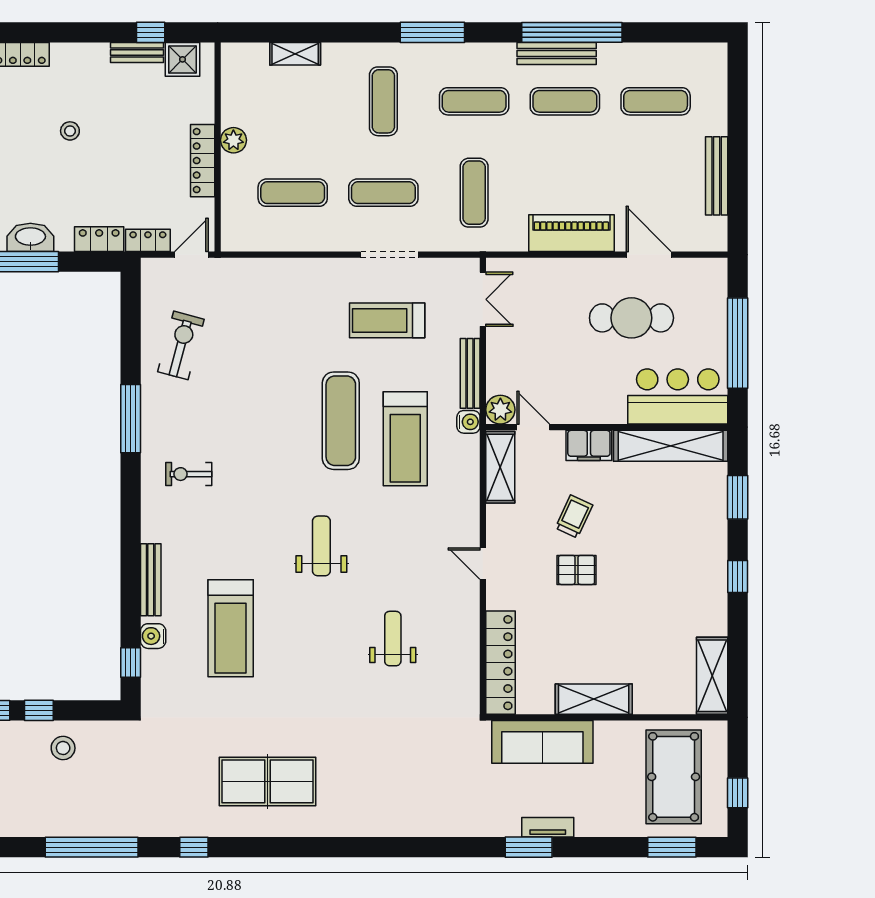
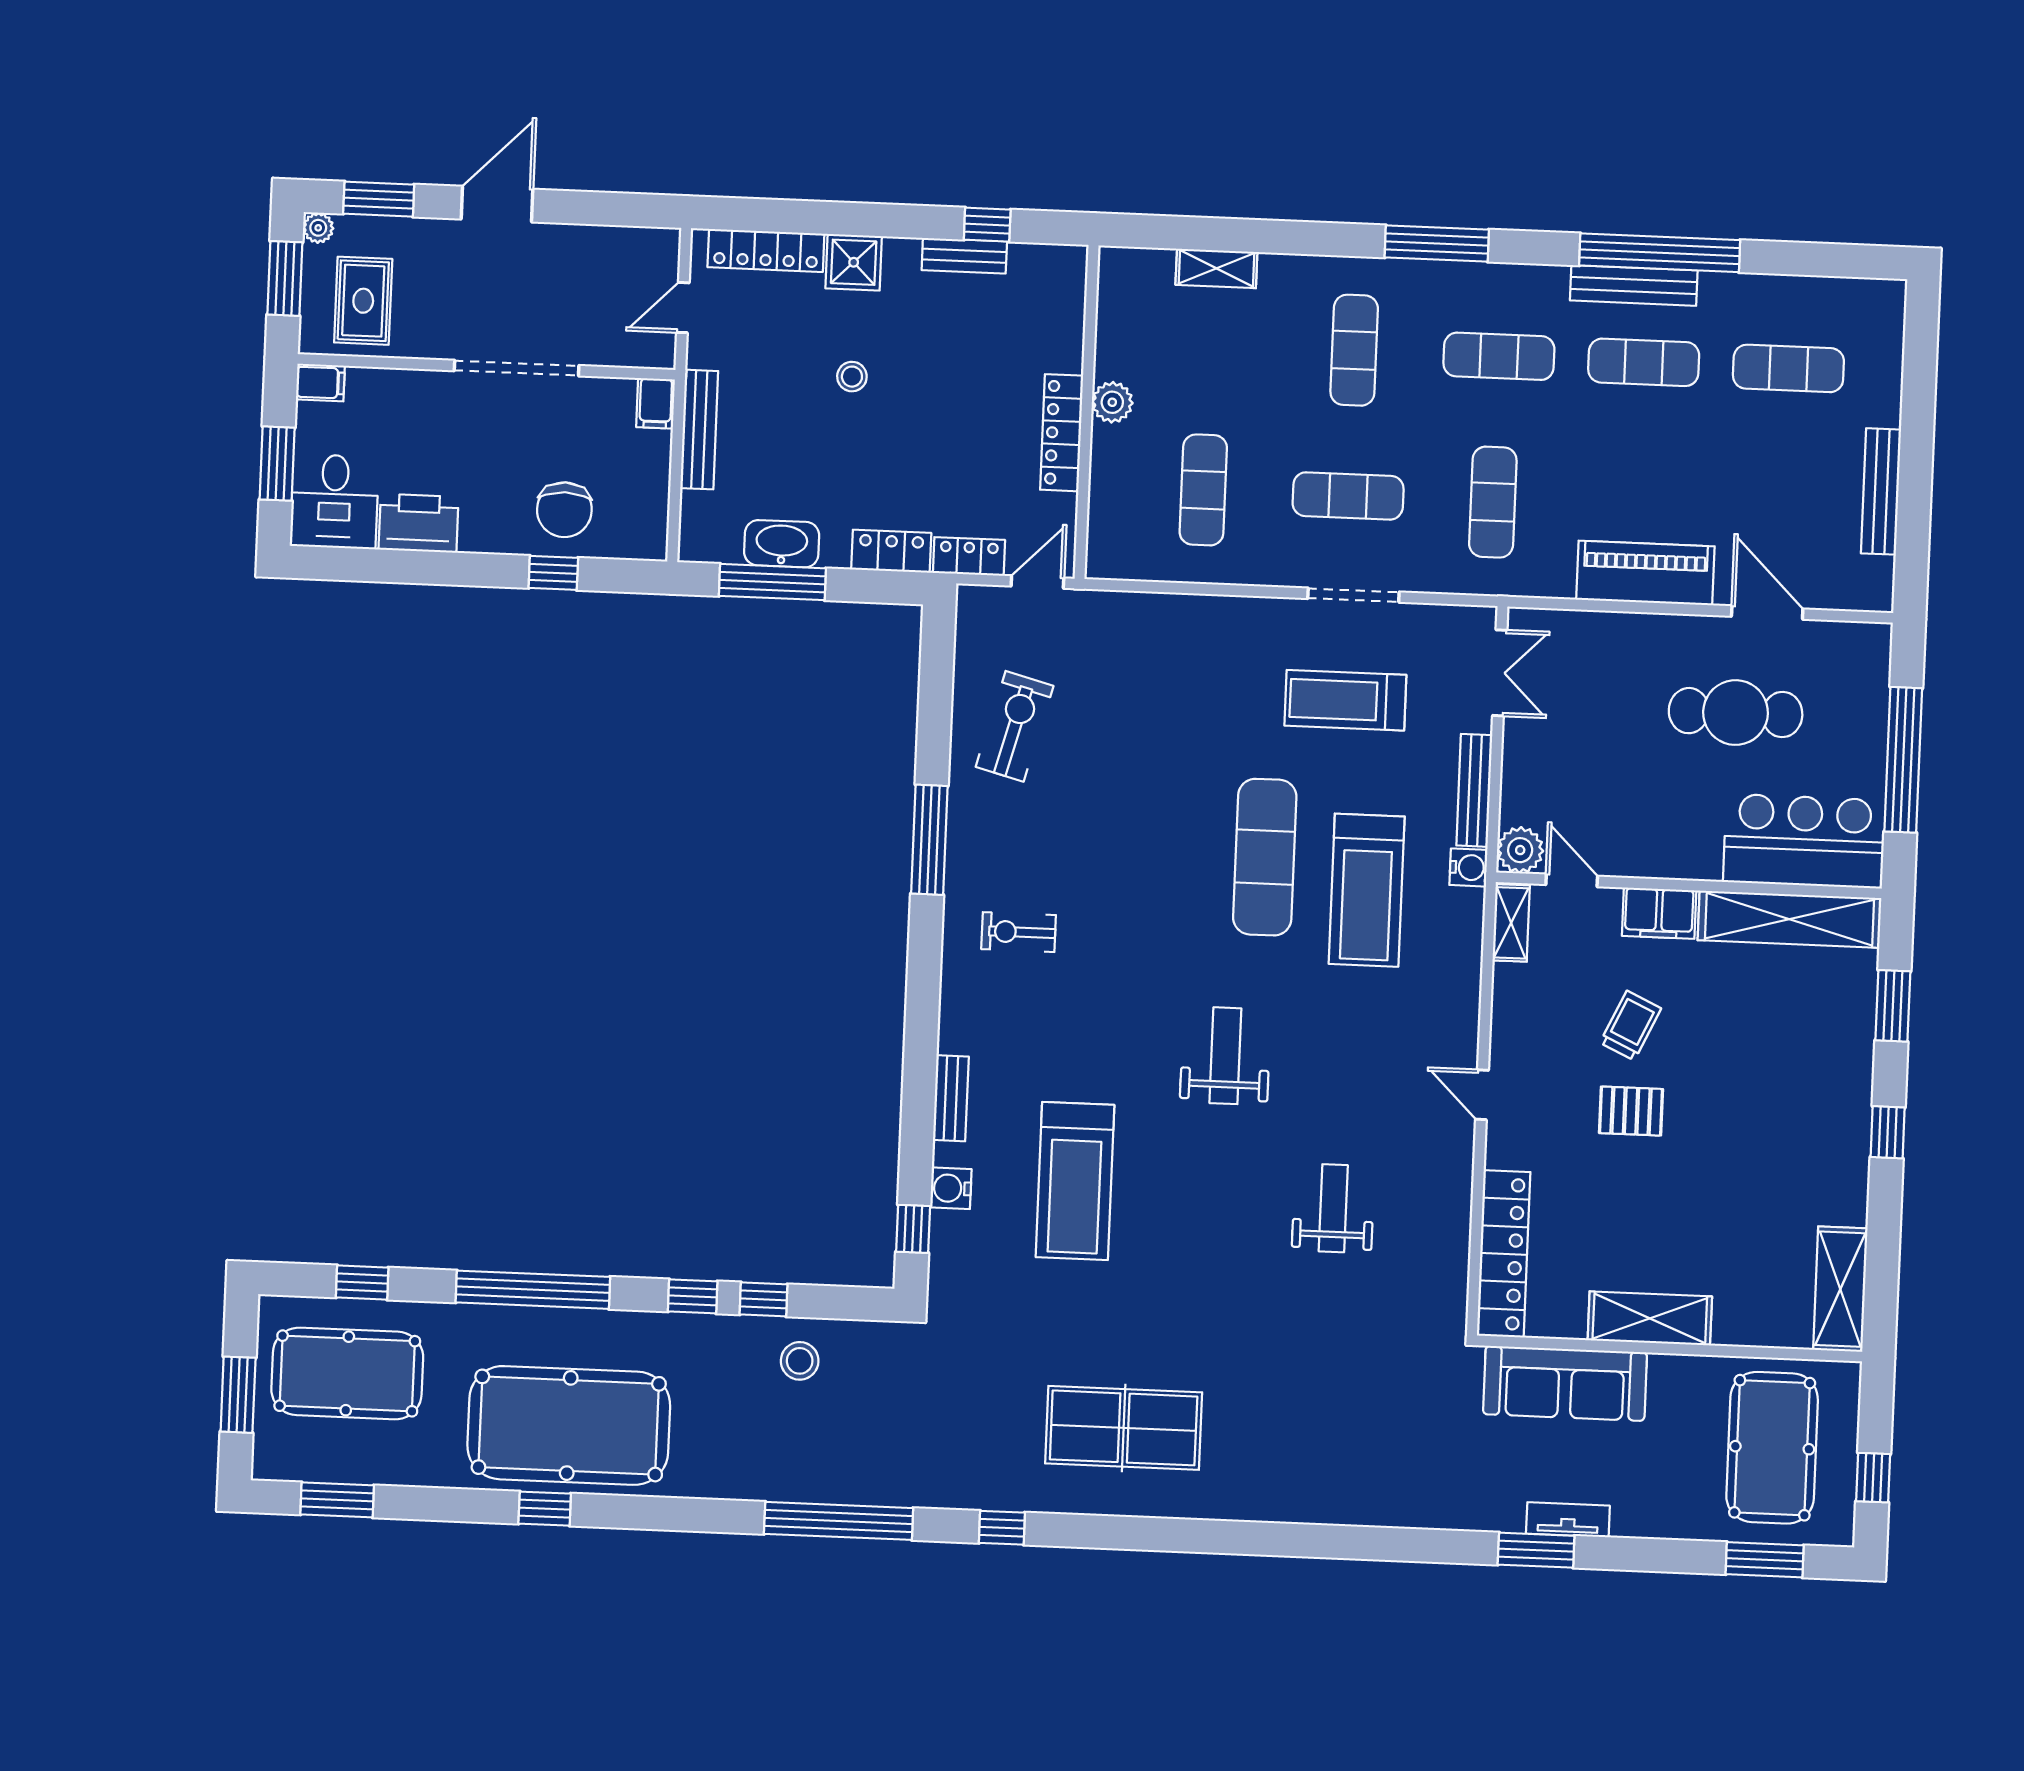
shower: (182, 59) -> (854, 262), moved
exercise mat: (293, 193) -> (1203, 490), turned 90
shelving: (500, 467) -> (1511, 923), width x0.67, depth x0.75
bench: (151, 580) -> (951, 1098), width x0.73

